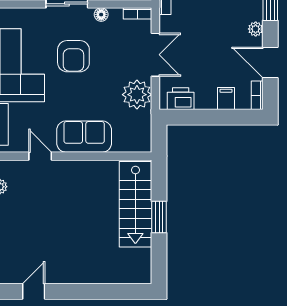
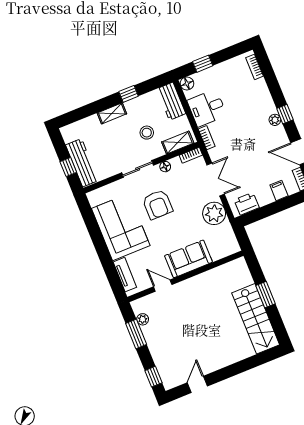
plant: (256, 29) -> (275, 120), moved
stairs: (135, 204) -> (256, 319), moved

